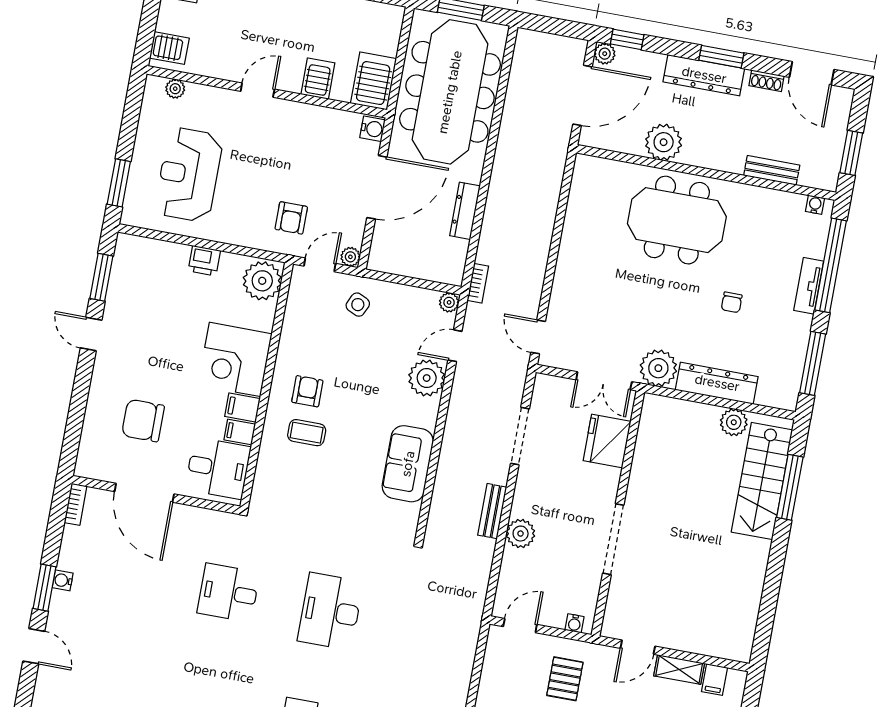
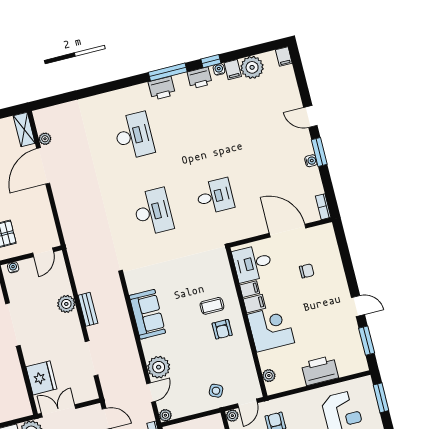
printer: (204, 261) -> (320, 370), width x1.87, depth x1.48
plant: (262, 281) -> (269, 376), width x0.53, depth x0.53
chair: (143, 421) -> (307, 271), width x0.54, depth x0.54

